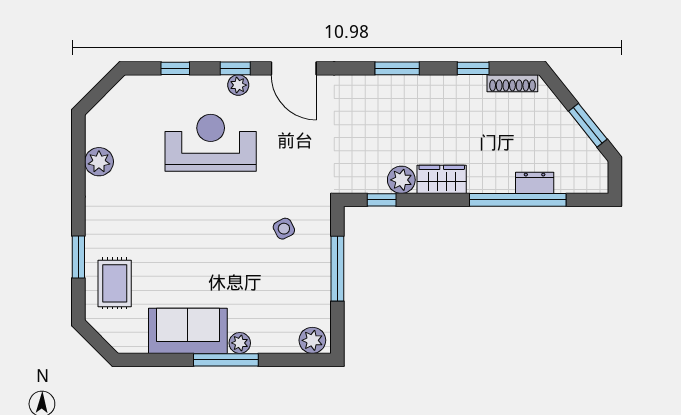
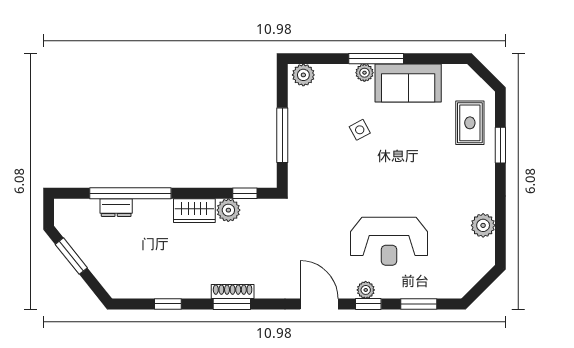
window: (175, 68) -> (419, 304), width x1.50
shoe rack: (512, 83) -> (233, 291), moved
side table: (284, 229) -> (360, 130), moved

